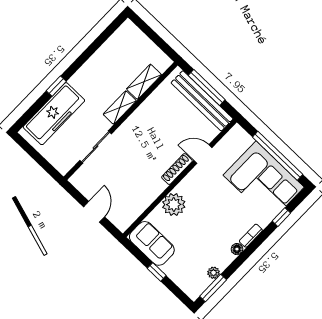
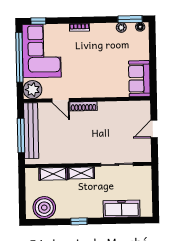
boiler: (122, 44) -> (44, 208), added
window: (56, 86) -> (79, 221), moved
freezer: (54, 114) -> (122, 209), width x0.73, depth x0.79
plant: (174, 205) -> (33, 90), moved
window: (281, 217) -> (38, 21), moved
floor lamp: (237, 249) -> (140, 27), moved
window: (157, 272) -> (153, 60), removed

